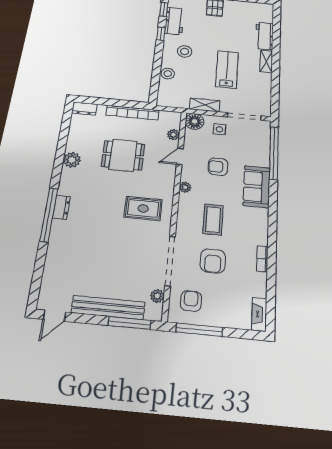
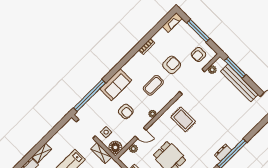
window: (199, 330) -> (198, 31), moved

